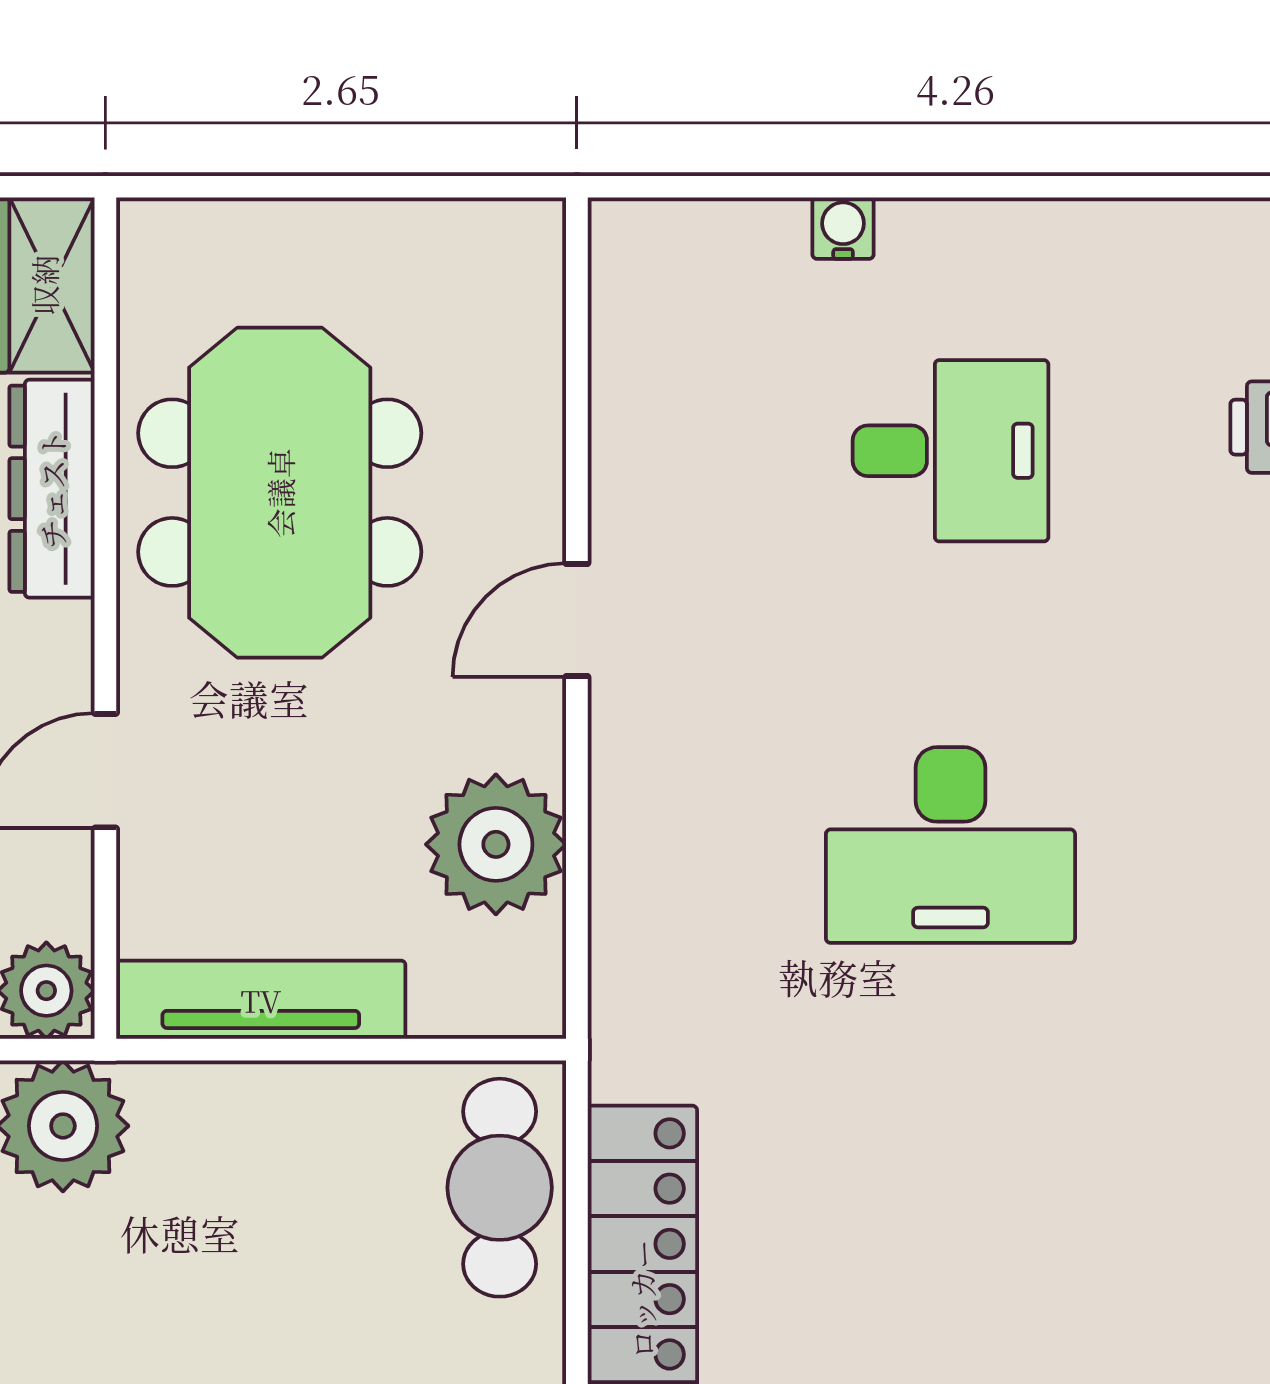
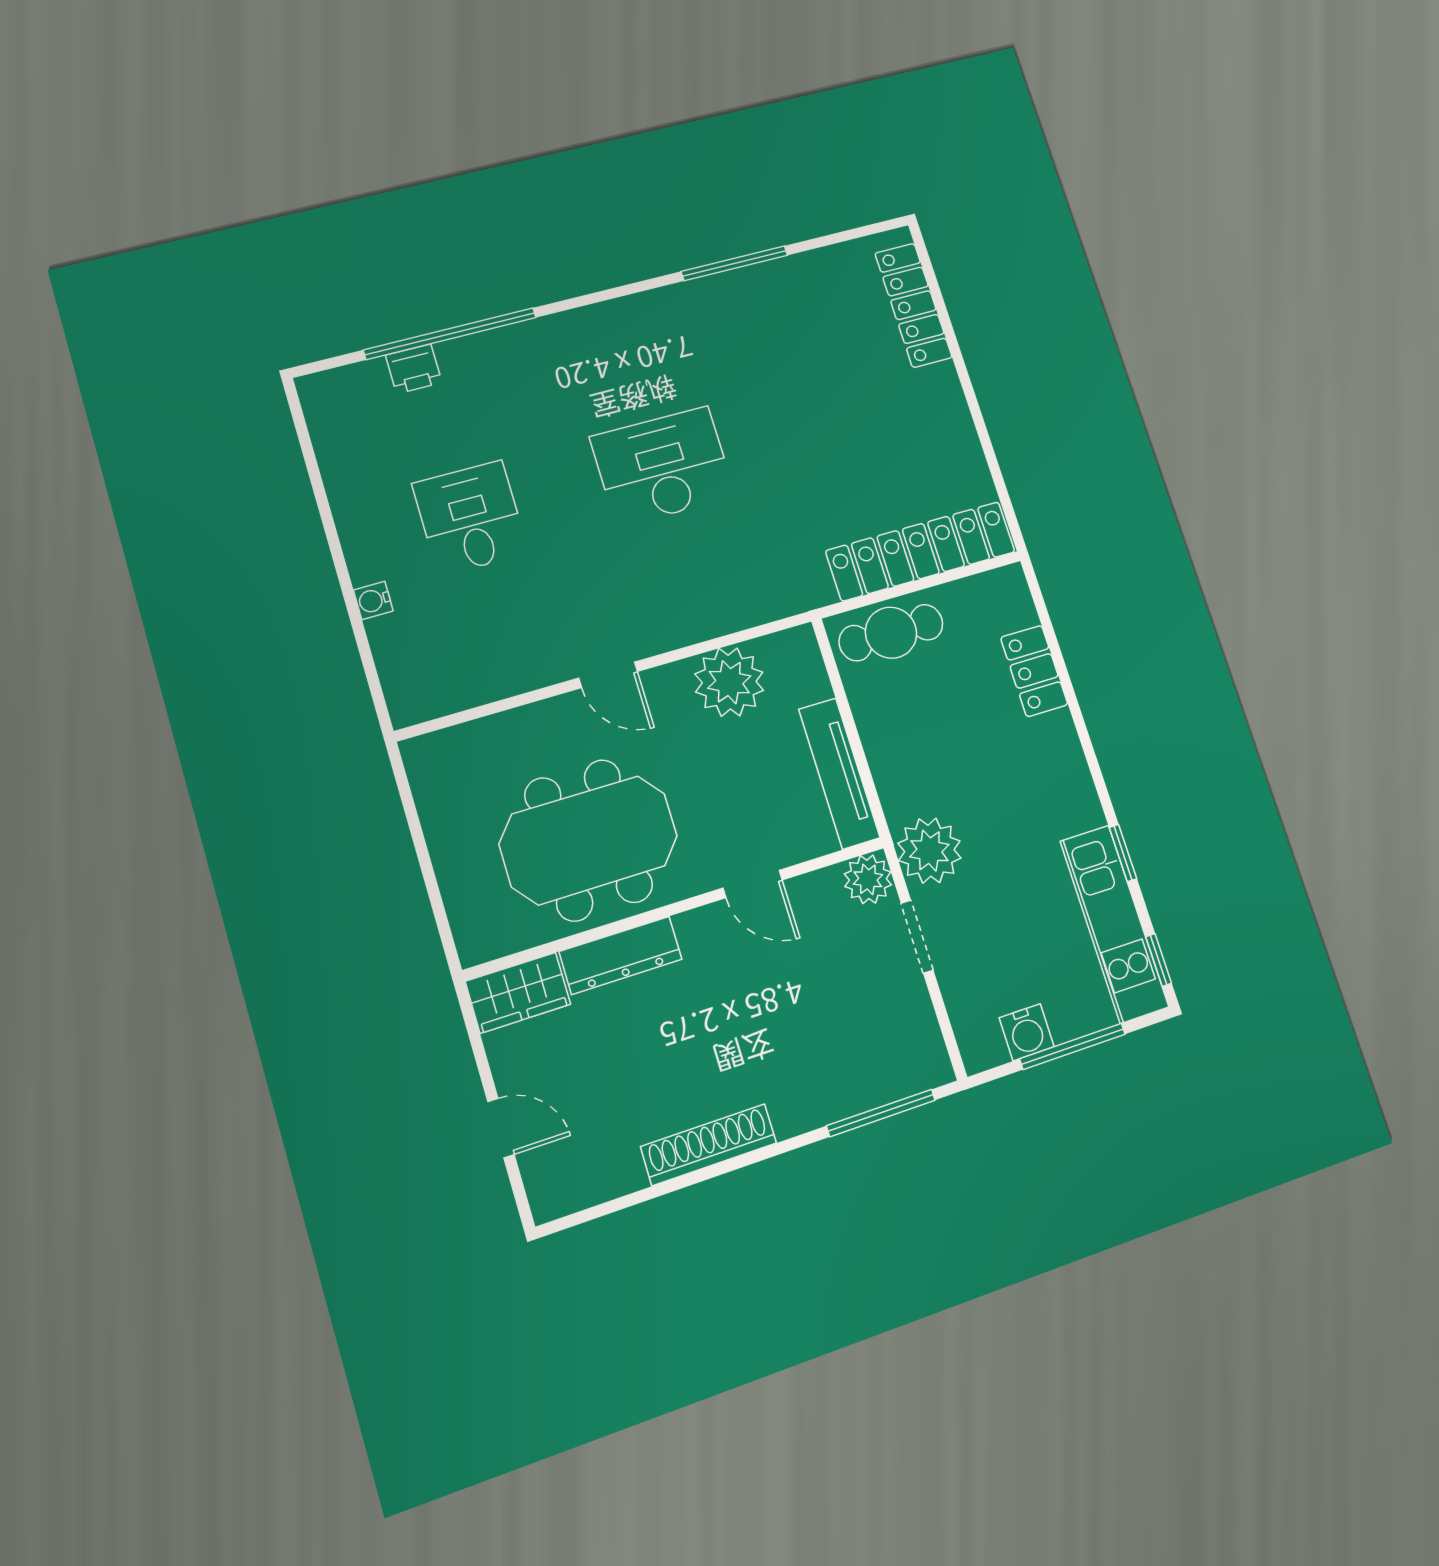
desk: (950, 845) -> (663, 467), turned -90

